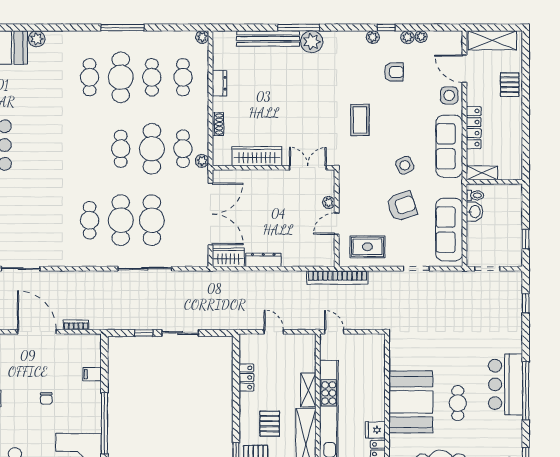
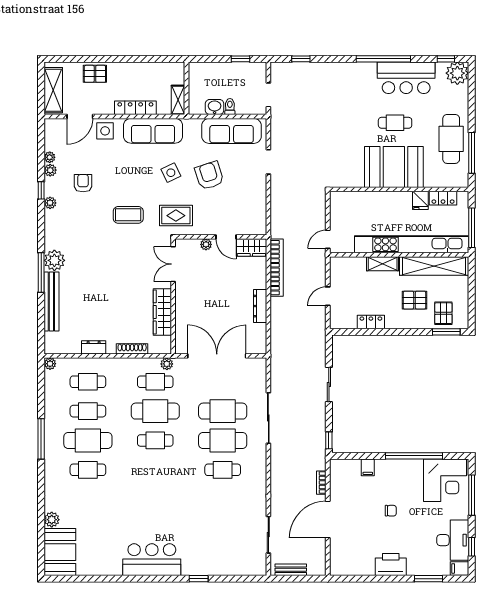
shoe rack: (218, 124) -> (132, 349), width x1.43
toilet: (475, 195) -> (230, 107), moved
rug: (367, 247) -> (176, 216), moved, turned 90
wardrobe: (228, 257) -> (251, 247), moved, turned -90
bookcase: (337, 277) -> (277, 268), moved
window: (144, 333) -> (329, 440), moved
bar counter: (506, 384) -> (406, 78), moved

